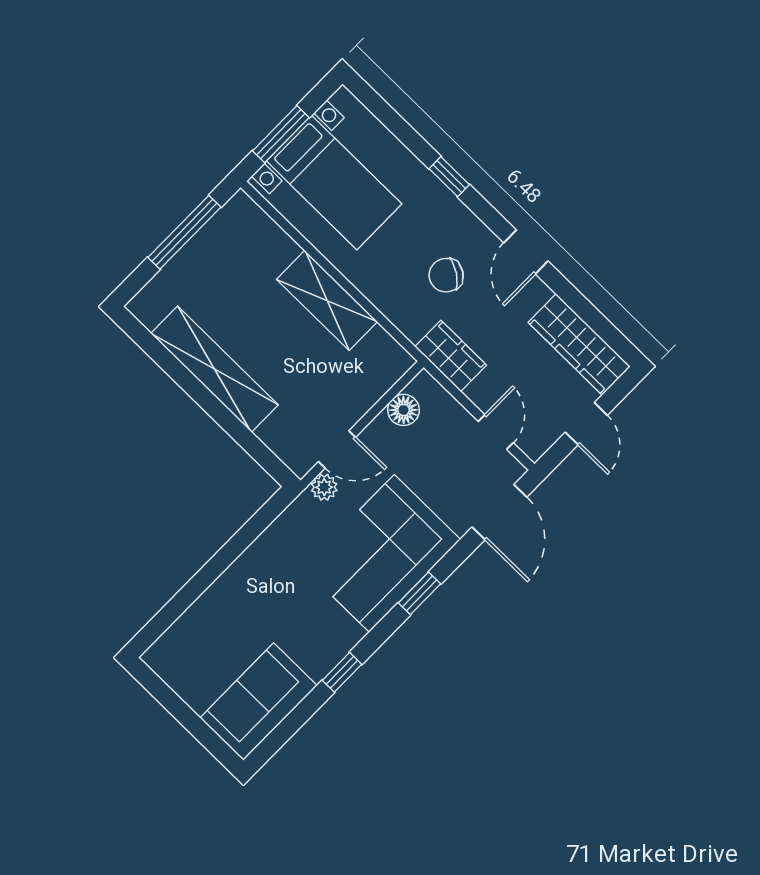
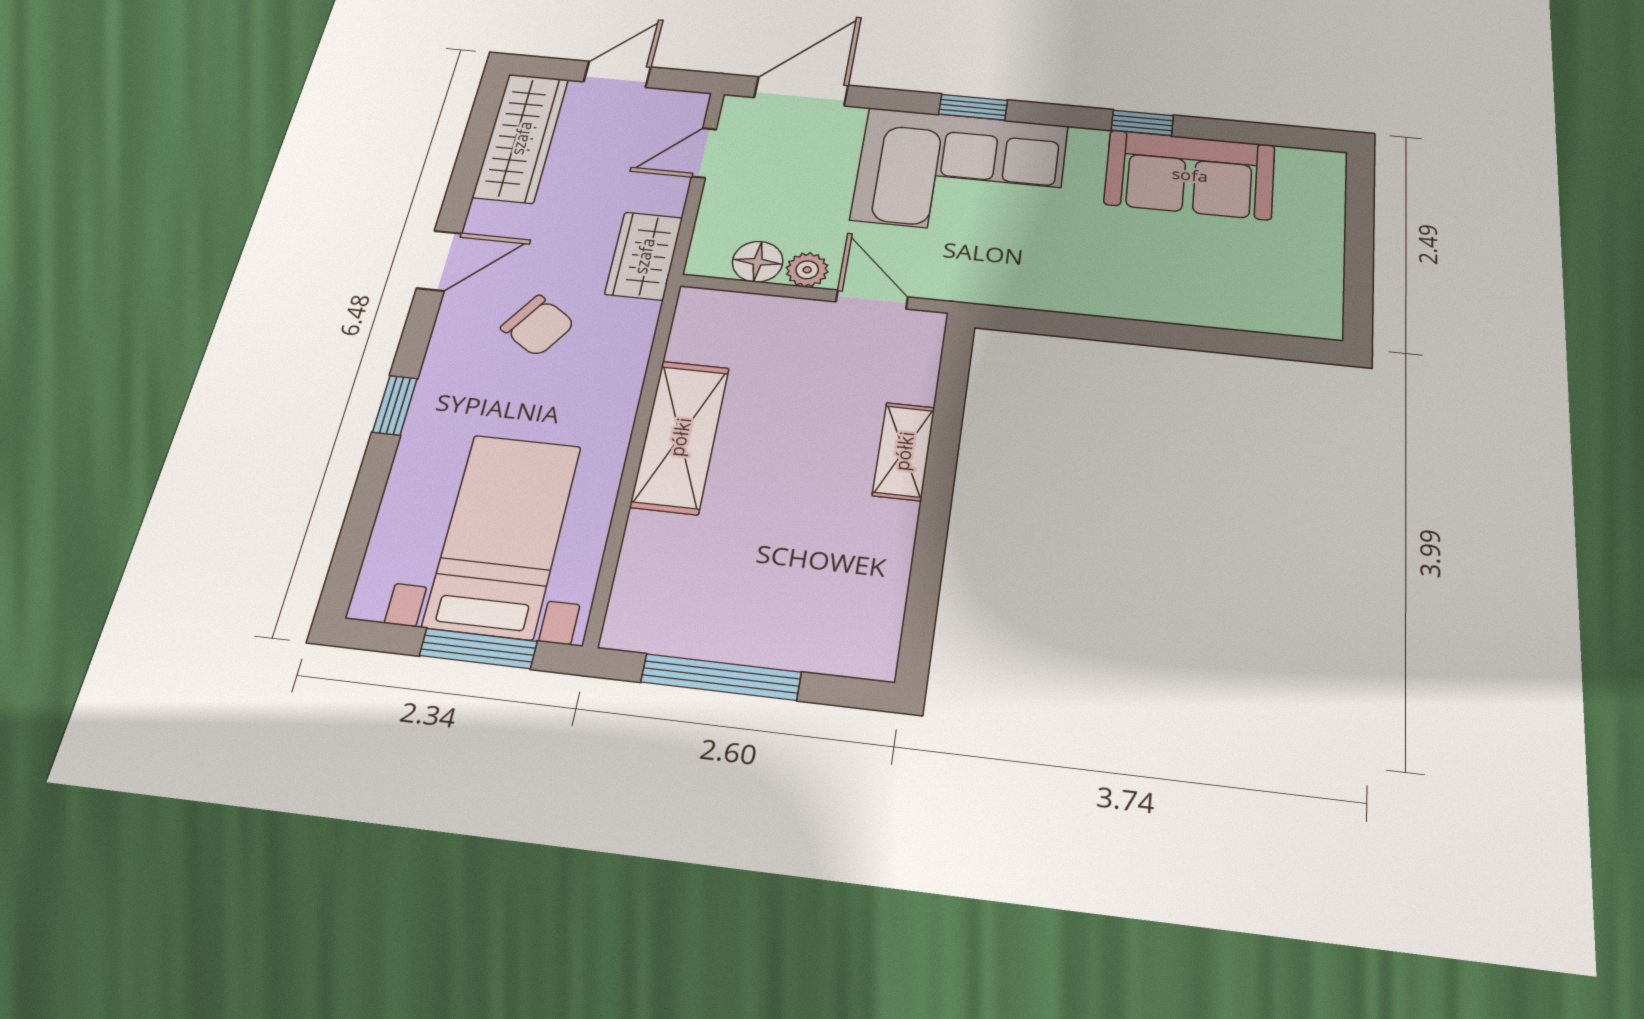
shelving: (214, 369) -> (904, 451), width x0.45, depth x0.75
plant: (324, 487) -> (807, 270), moved
sofa: (259, 702) -> (1190, 175), moved

